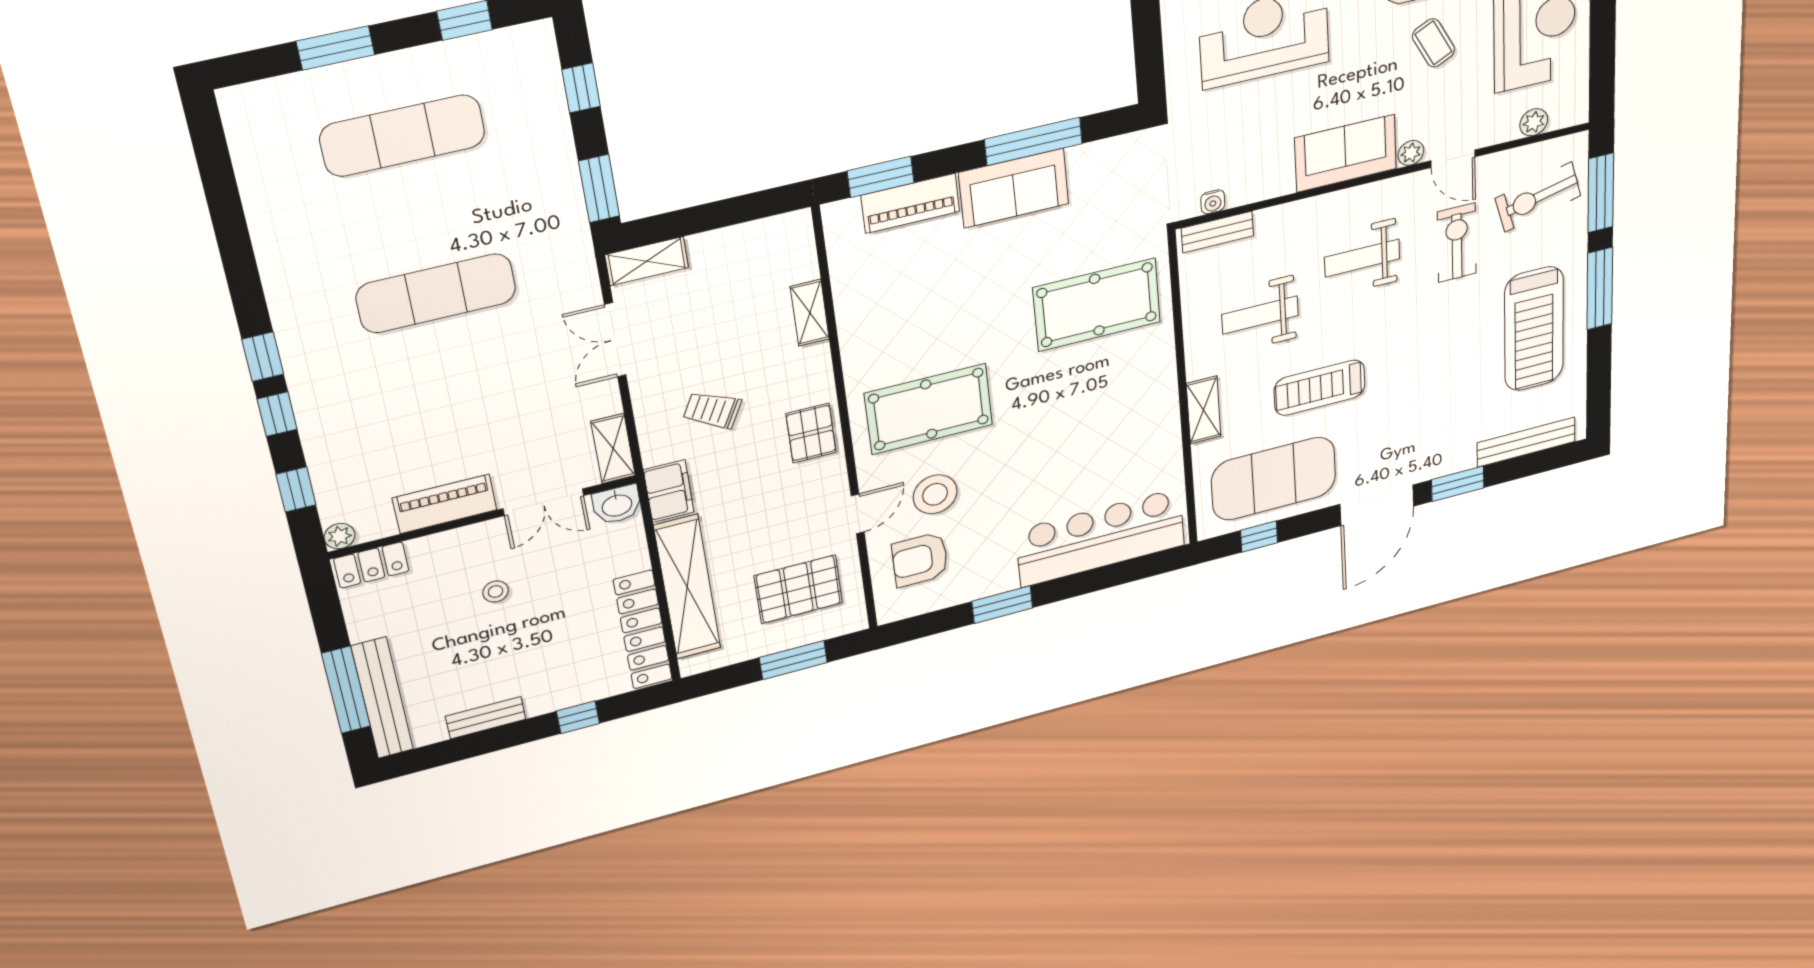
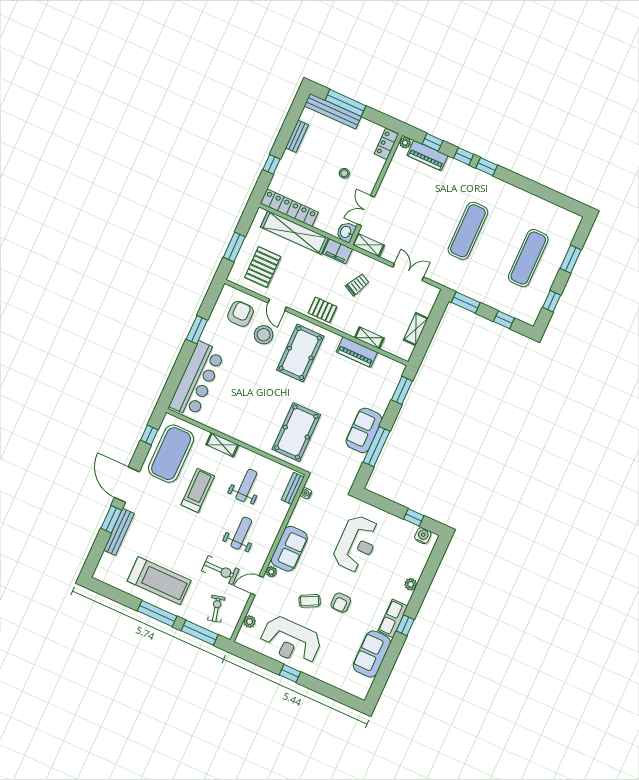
exercise bike: (1538, 197) -> (216, 609), width x0.73, depth x0.72
piano: (910, 203) -> (357, 352), moved, turned -90
shelving: (647, 261) -> (416, 329), moved
treadmill: (1534, 329) -> (159, 581), turned 180
bench: (1526, 442) -> (119, 532), moved
piano: (445, 504) -> (427, 156), moved, turned 90

